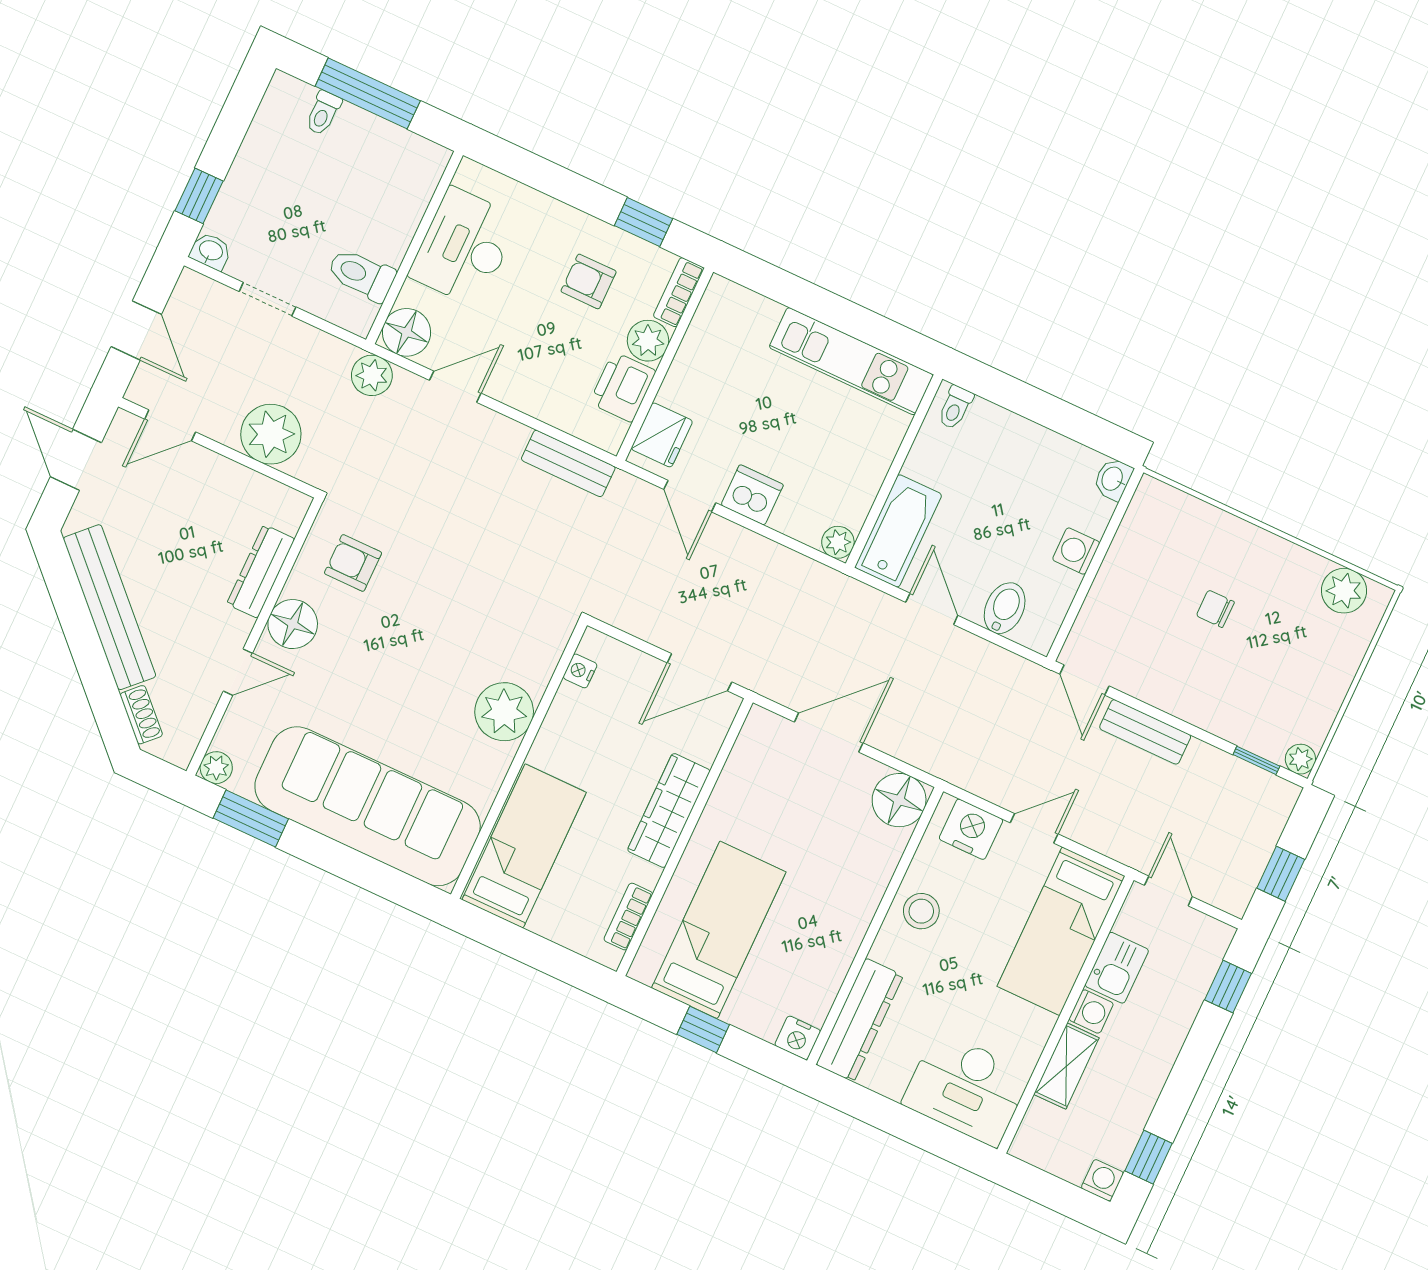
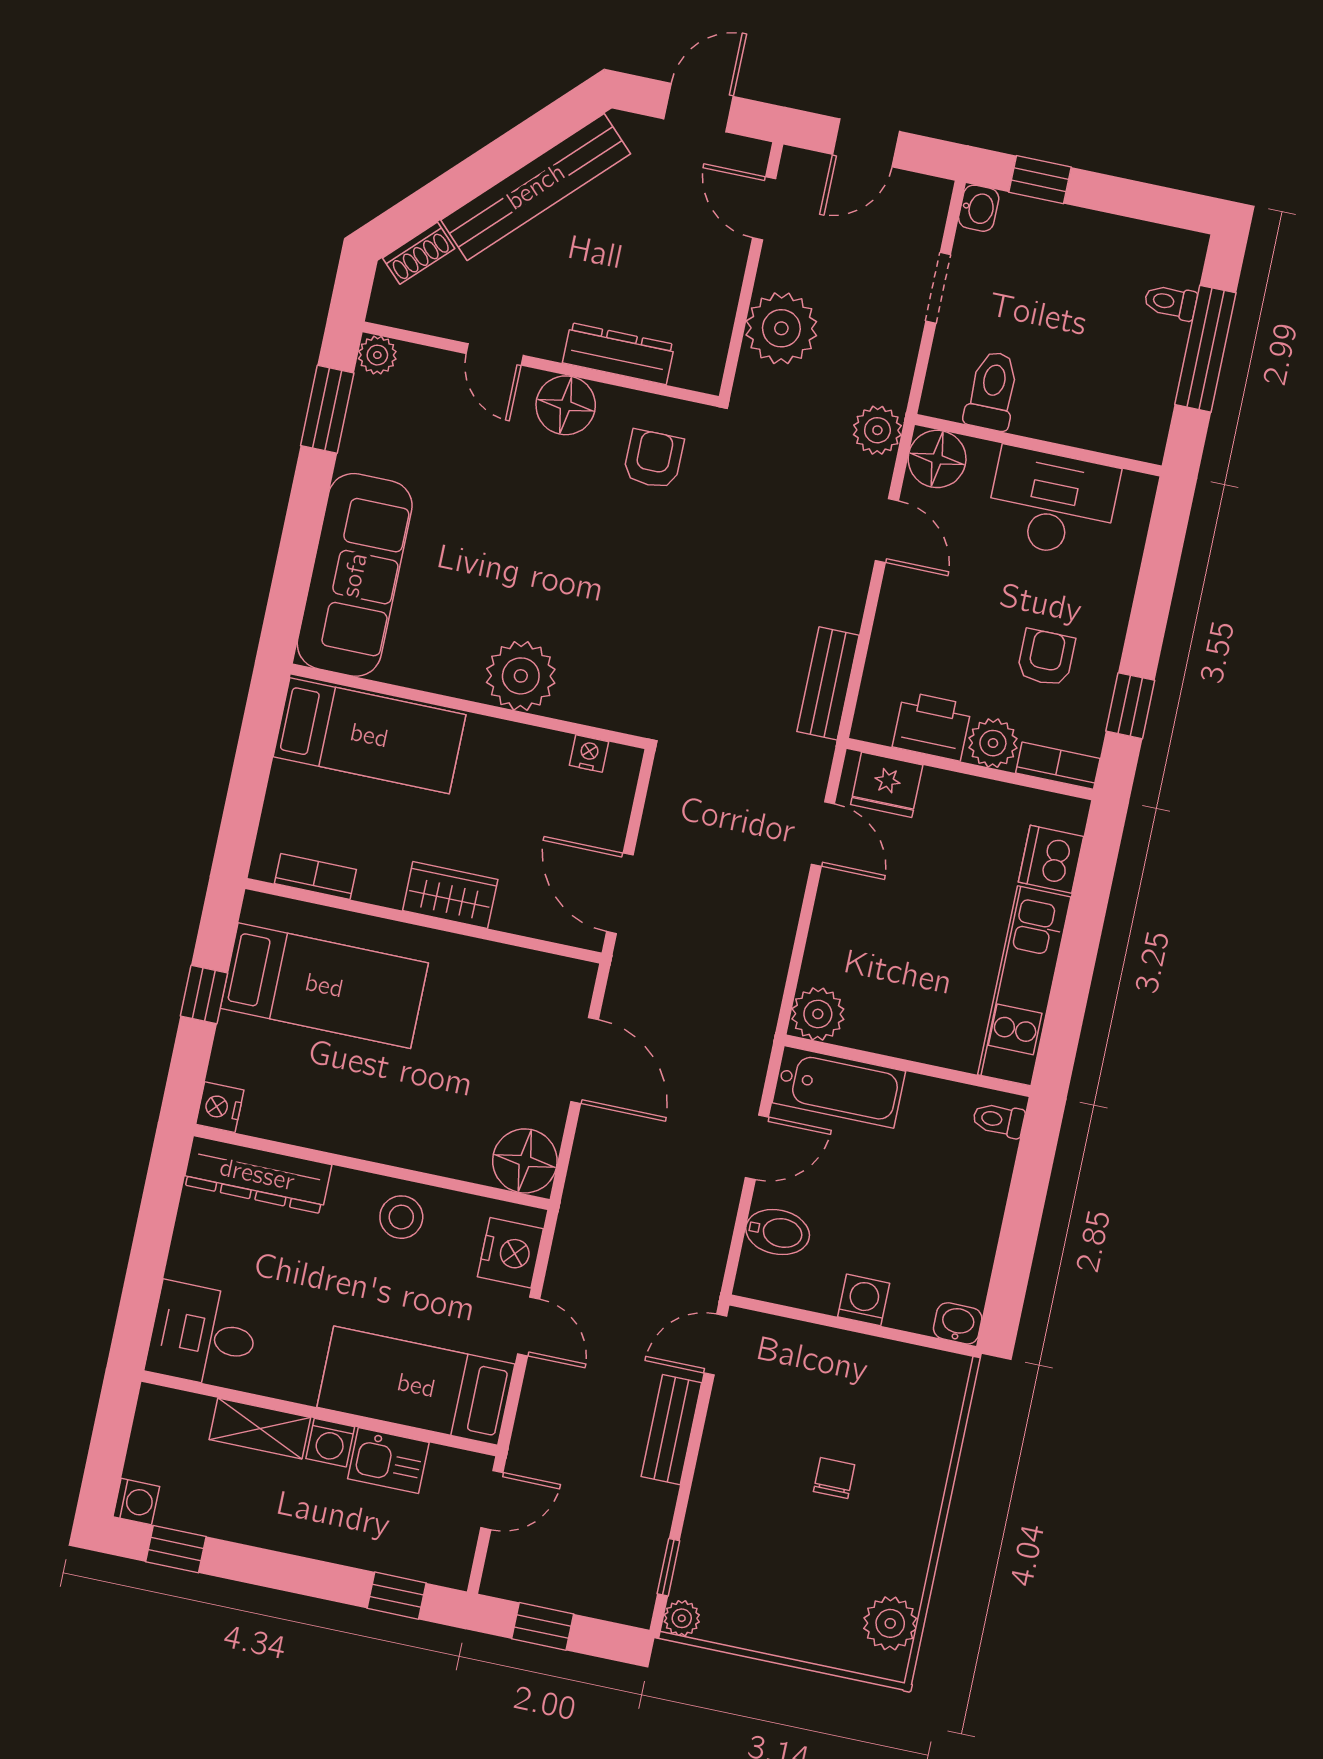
dishwasher: (752, 495) -> (1051, 859), moved, turned 180
door: (690, 496) -> (823, 834), swing flipped
plant: (838, 542) -> (818, 1014), width x1.38, depth x1.38
sofa: (368, 806) -> (355, 575), width x0.74, depth x0.79
wardrobe: (669, 810) -> (450, 895), width x0.67
desk: (967, 1088) -> (203, 1335), width x0.73

